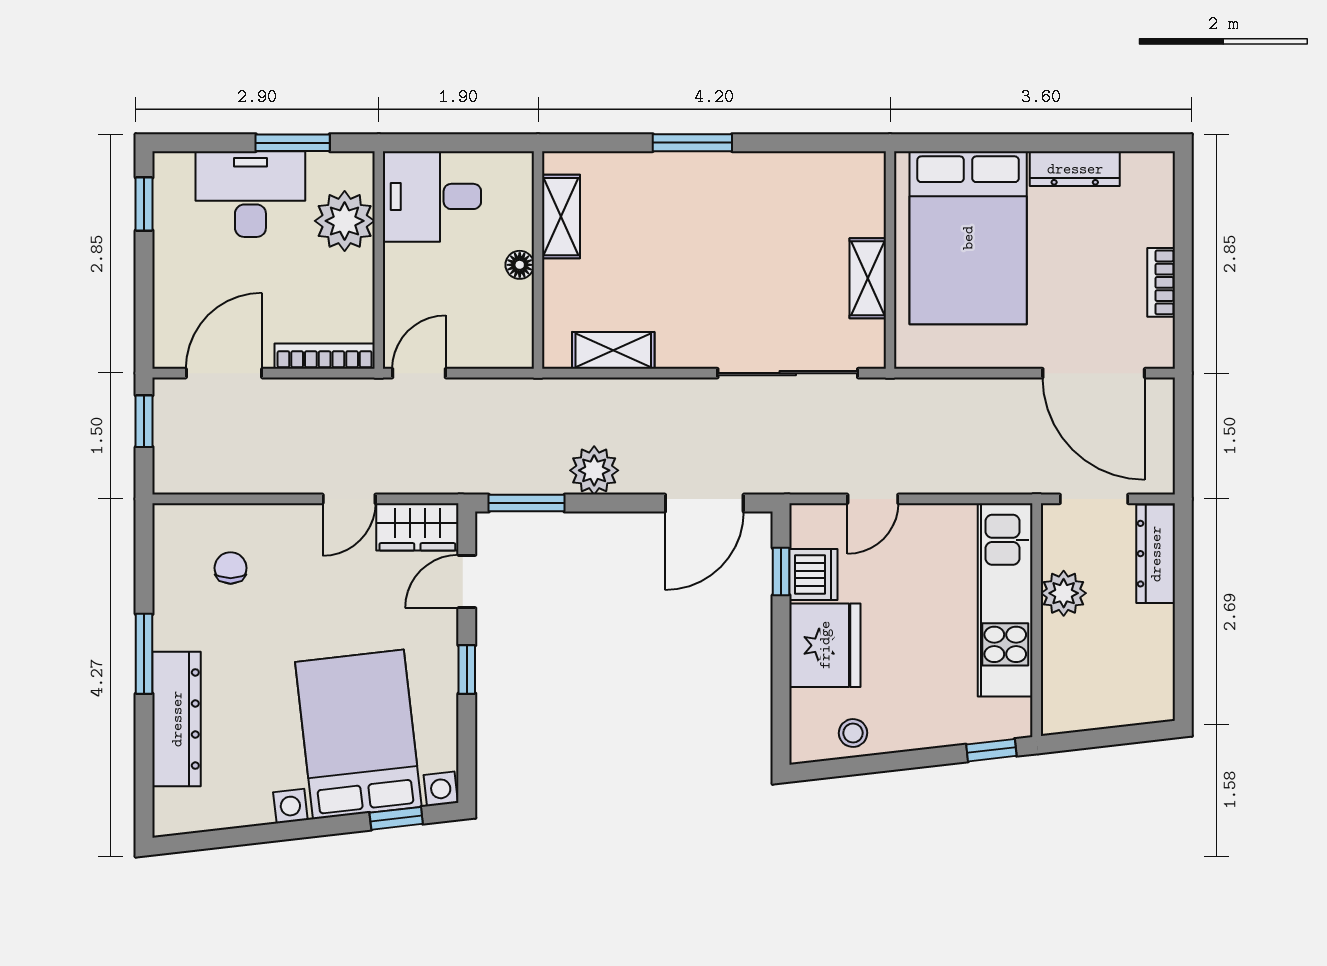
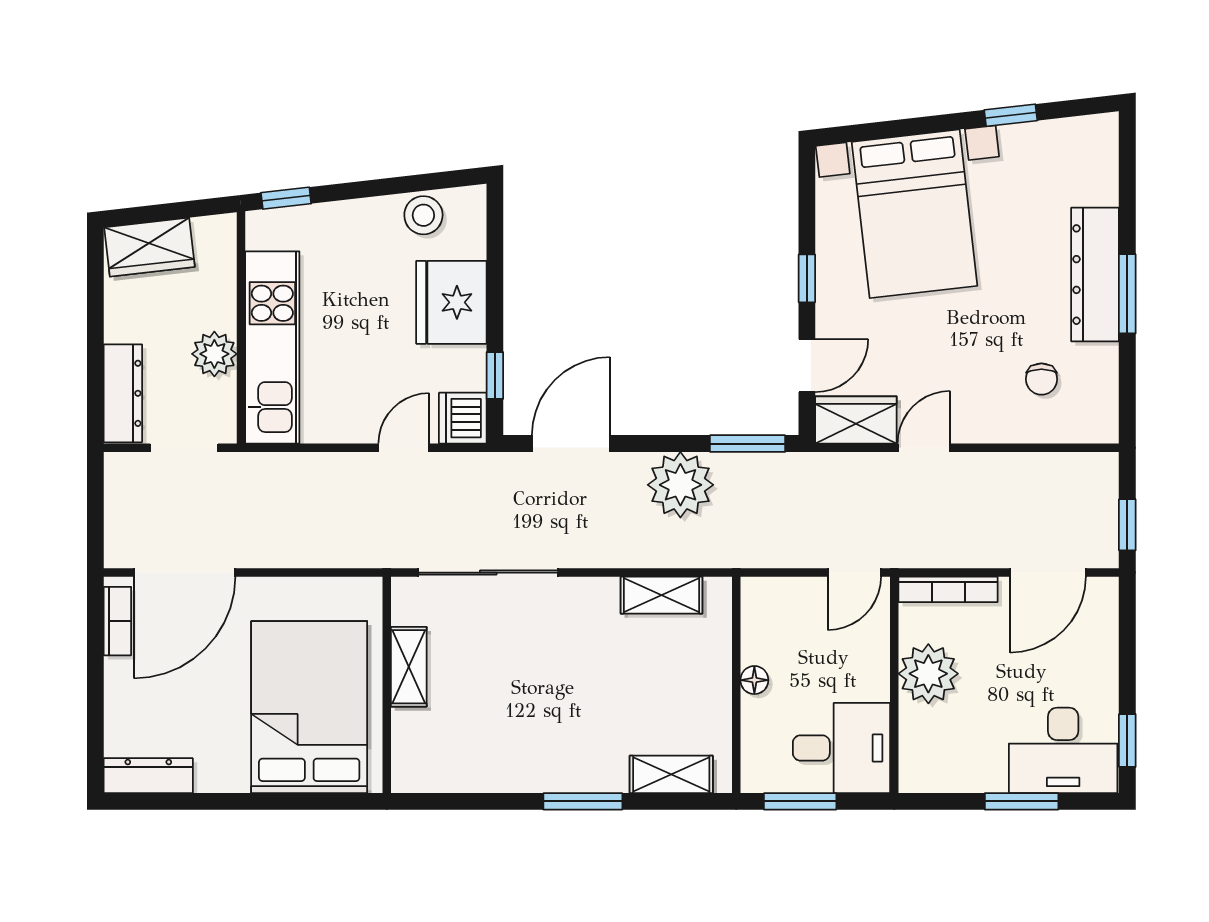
window: (293, 143) -> (1022, 801), moved
window: (474, 143) -> (800, 801), added
dresser: (1075, 169) -> (148, 776), moved
desk: (250, 194) -> (1063, 750), moved
shelving: (561, 217) -> (671, 774), moved, turned 90
plant: (345, 221) -> (928, 674), moved
bookcase: (1161, 282) -> (117, 621), moved
door: (1094, 373) -> (184, 573), swing flipped
plant: (594, 470) -> (680, 485), width x1.36, depth x1.36
dishwasher: (813, 575) -> (463, 418), moved
wardrobe: (1129, 701) -> (149, 247), added
dresser: (177, 719) -> (1095, 275), moved
stool: (853, 733) -> (423, 215), width x1.37, depth x1.37
window: (396, 818) -> (1011, 115), moved

